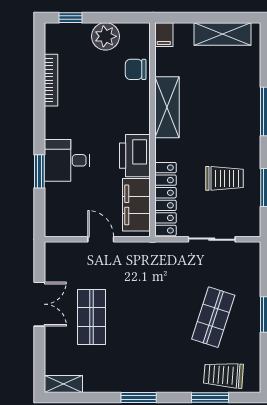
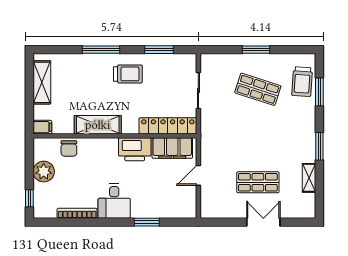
desk: (67, 160) -> (114, 201), moved
trolley: (224, 178) -> (128, 74), moved, turned 90
double door: (39, 304) -> (263, 222), moved
shelving: (63, 384) -> (309, 178), moved

